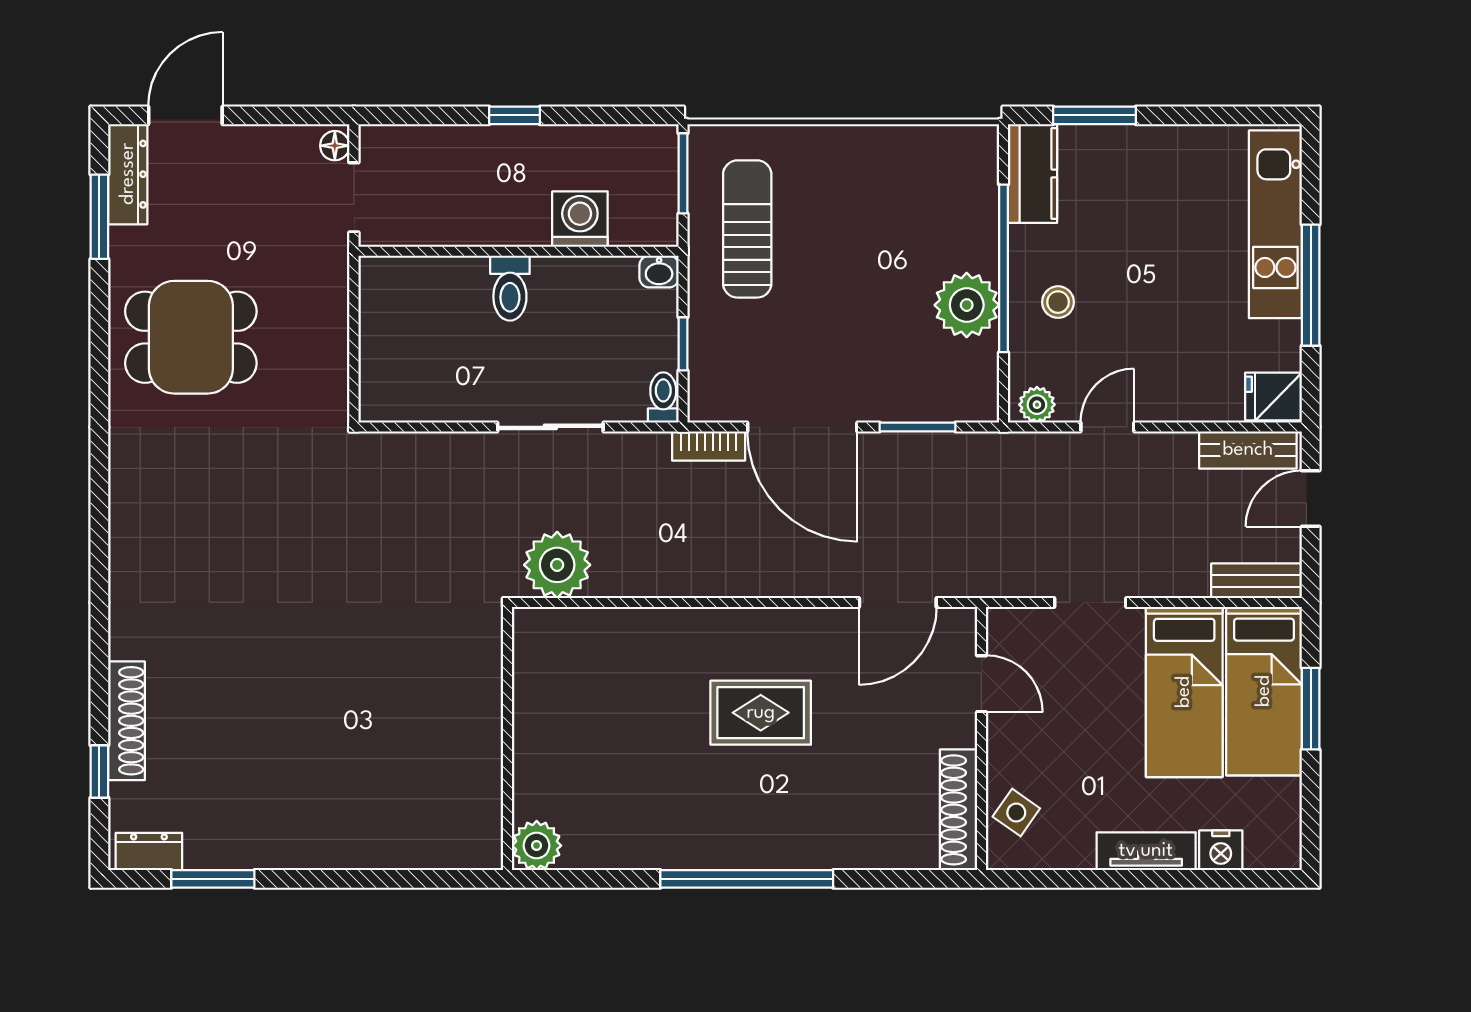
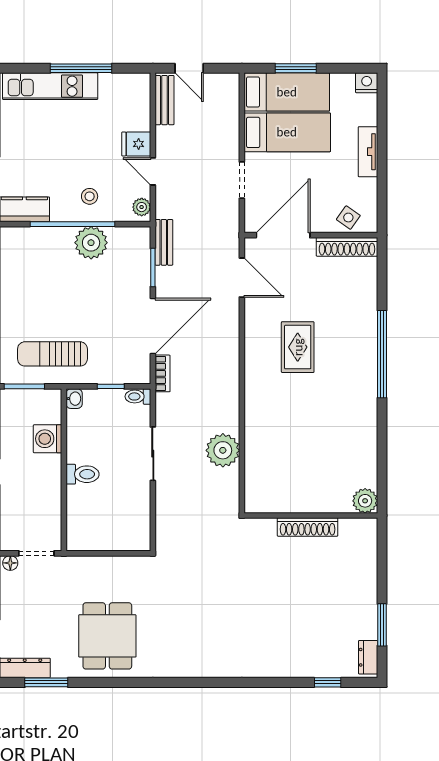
fridge: (1273, 397) -> (136, 144), moved, turned 90
bench: (1257, 581) -> (164, 242), moved
door: (981, 684) -> (283, 235), width x1.88
shoe rack: (126, 721) -> (308, 527), moved, turned 180
wall: (507, 739) -> (311, 515), moved
plant: (537, 846) -> (365, 501), moved
nightstand: (1221, 850) -> (367, 83), moved, turned -90

